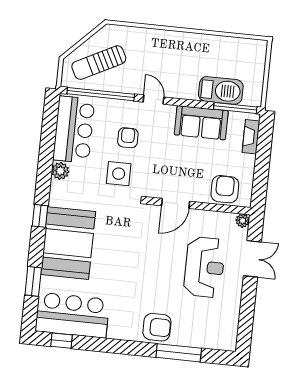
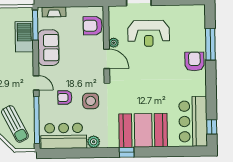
door: (154, 100) -> (36, 83), swing flipped
plant: (243, 221) -> (114, 43), moved
reception desk: (205, 267) -> (149, 33), turned 180
window: (33, 281) -> (173, 151), removed

